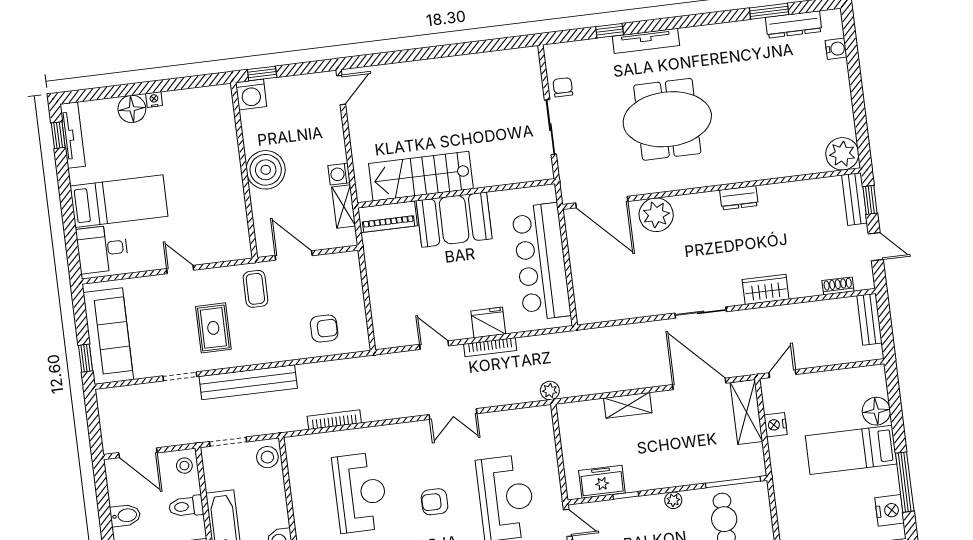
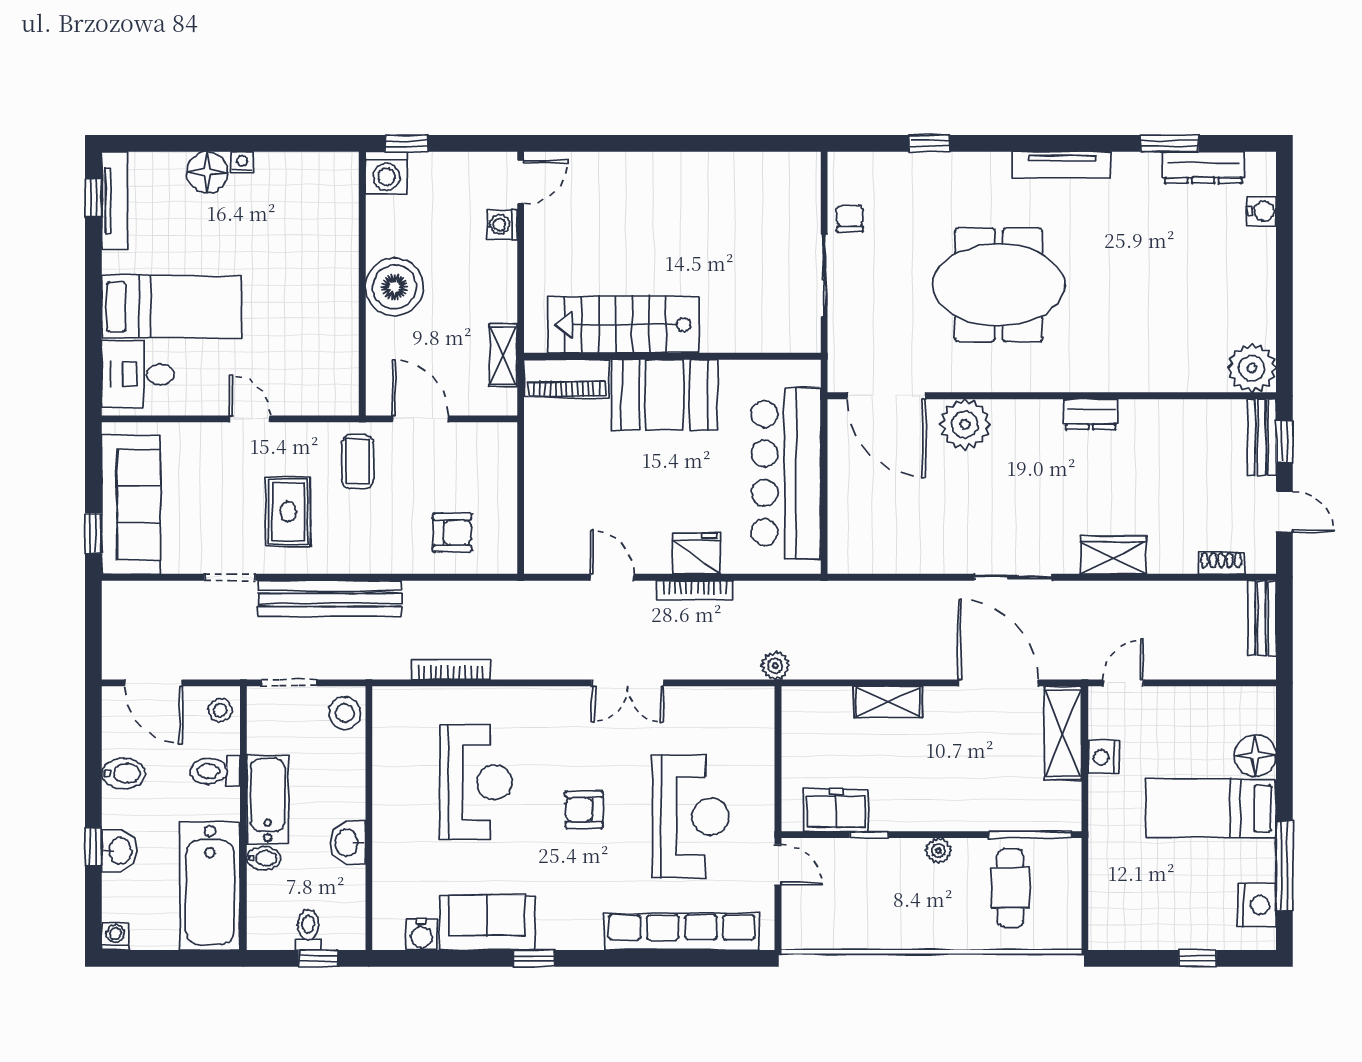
tv unit: (646, 41) -> (1062, 165), moved
washing machine: (339, 174) -> (502, 225), moved

